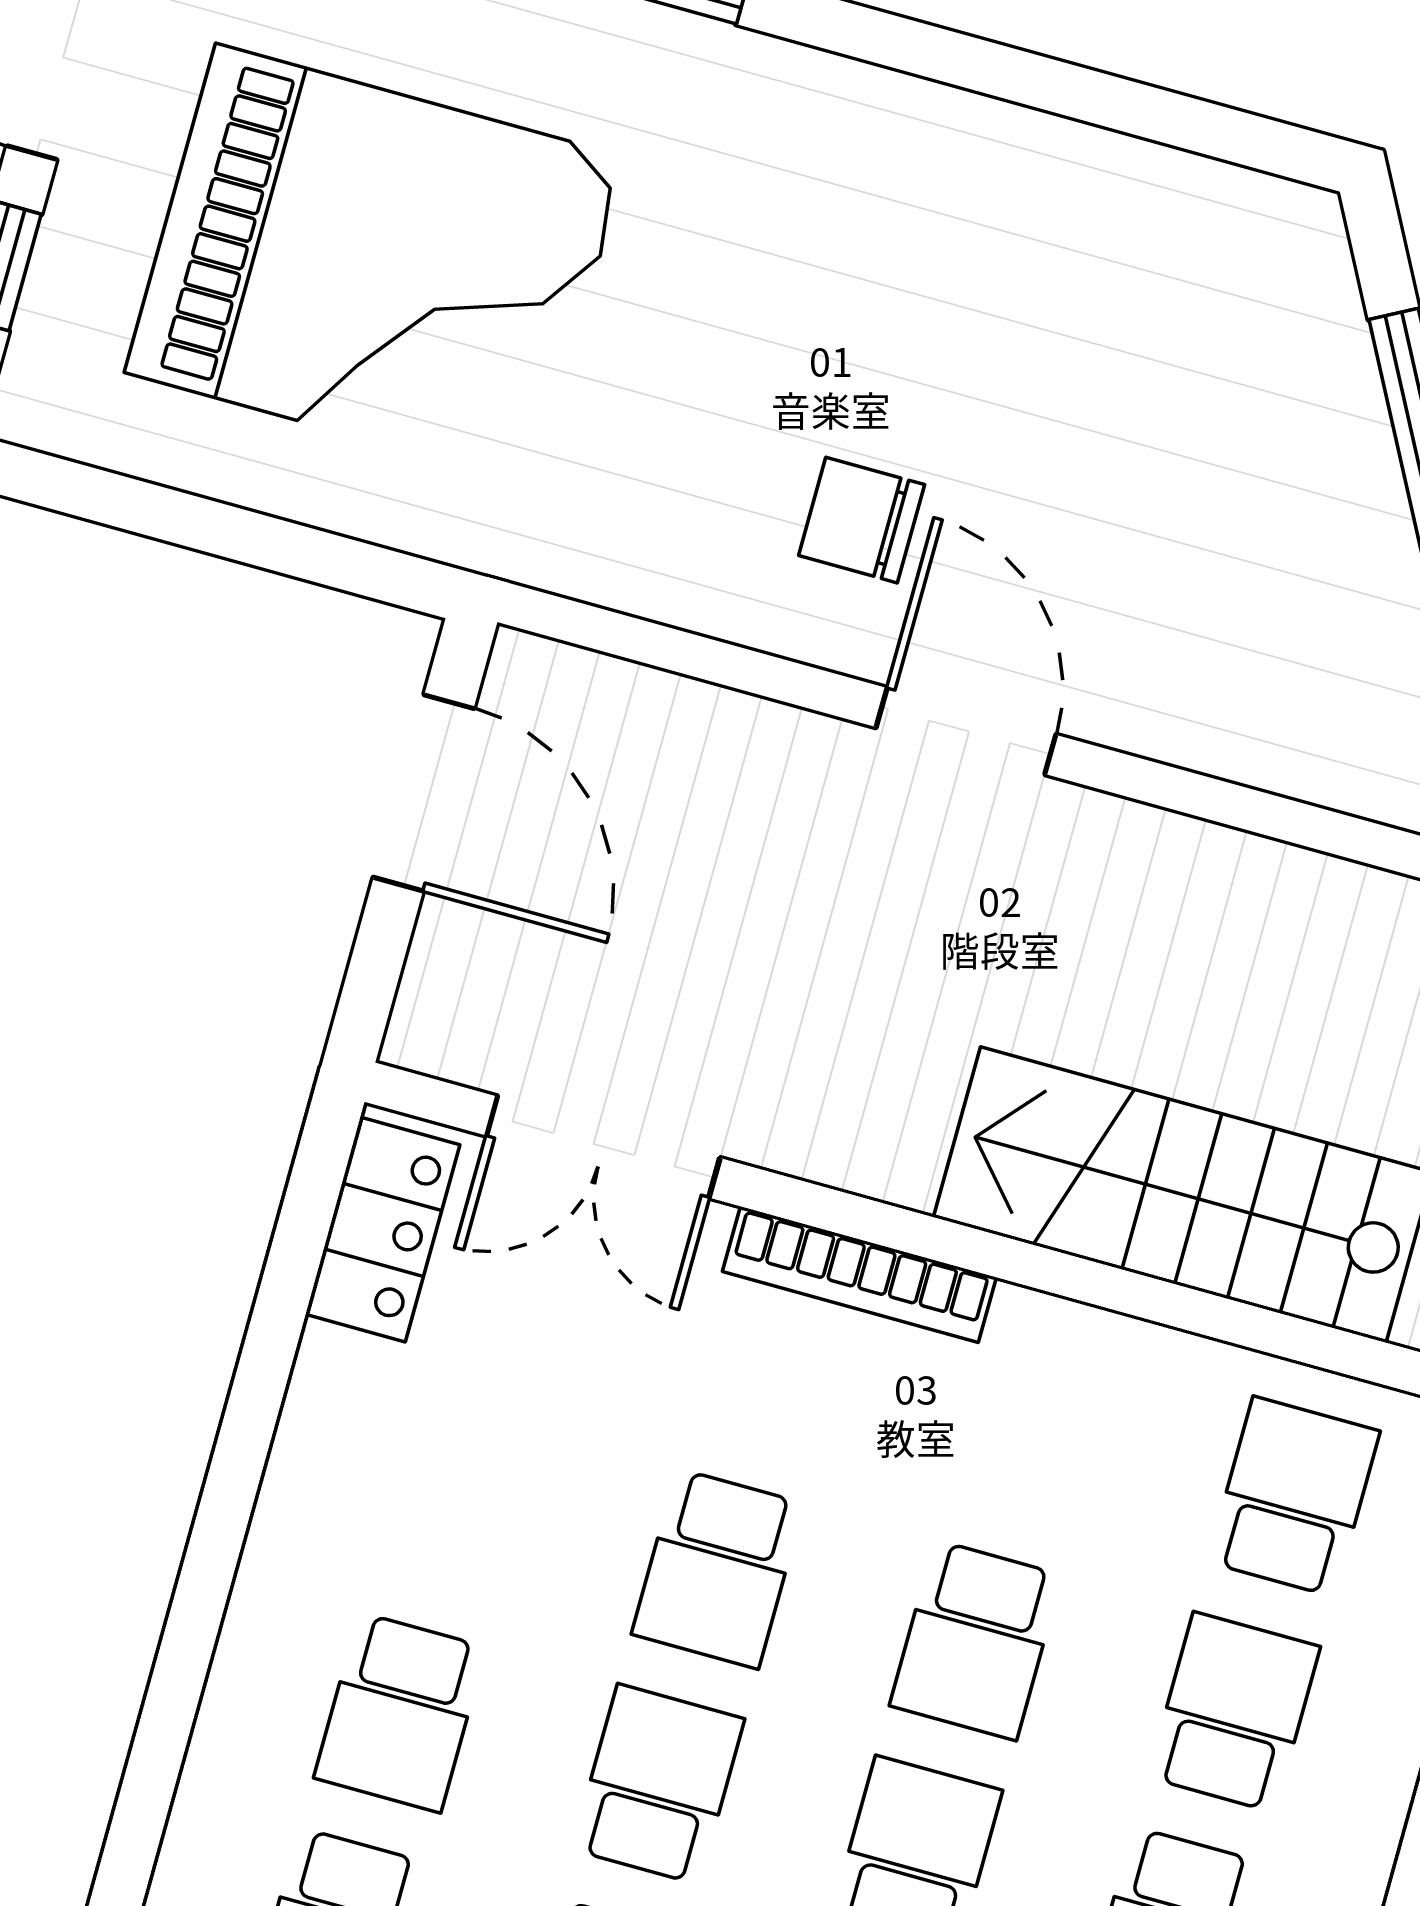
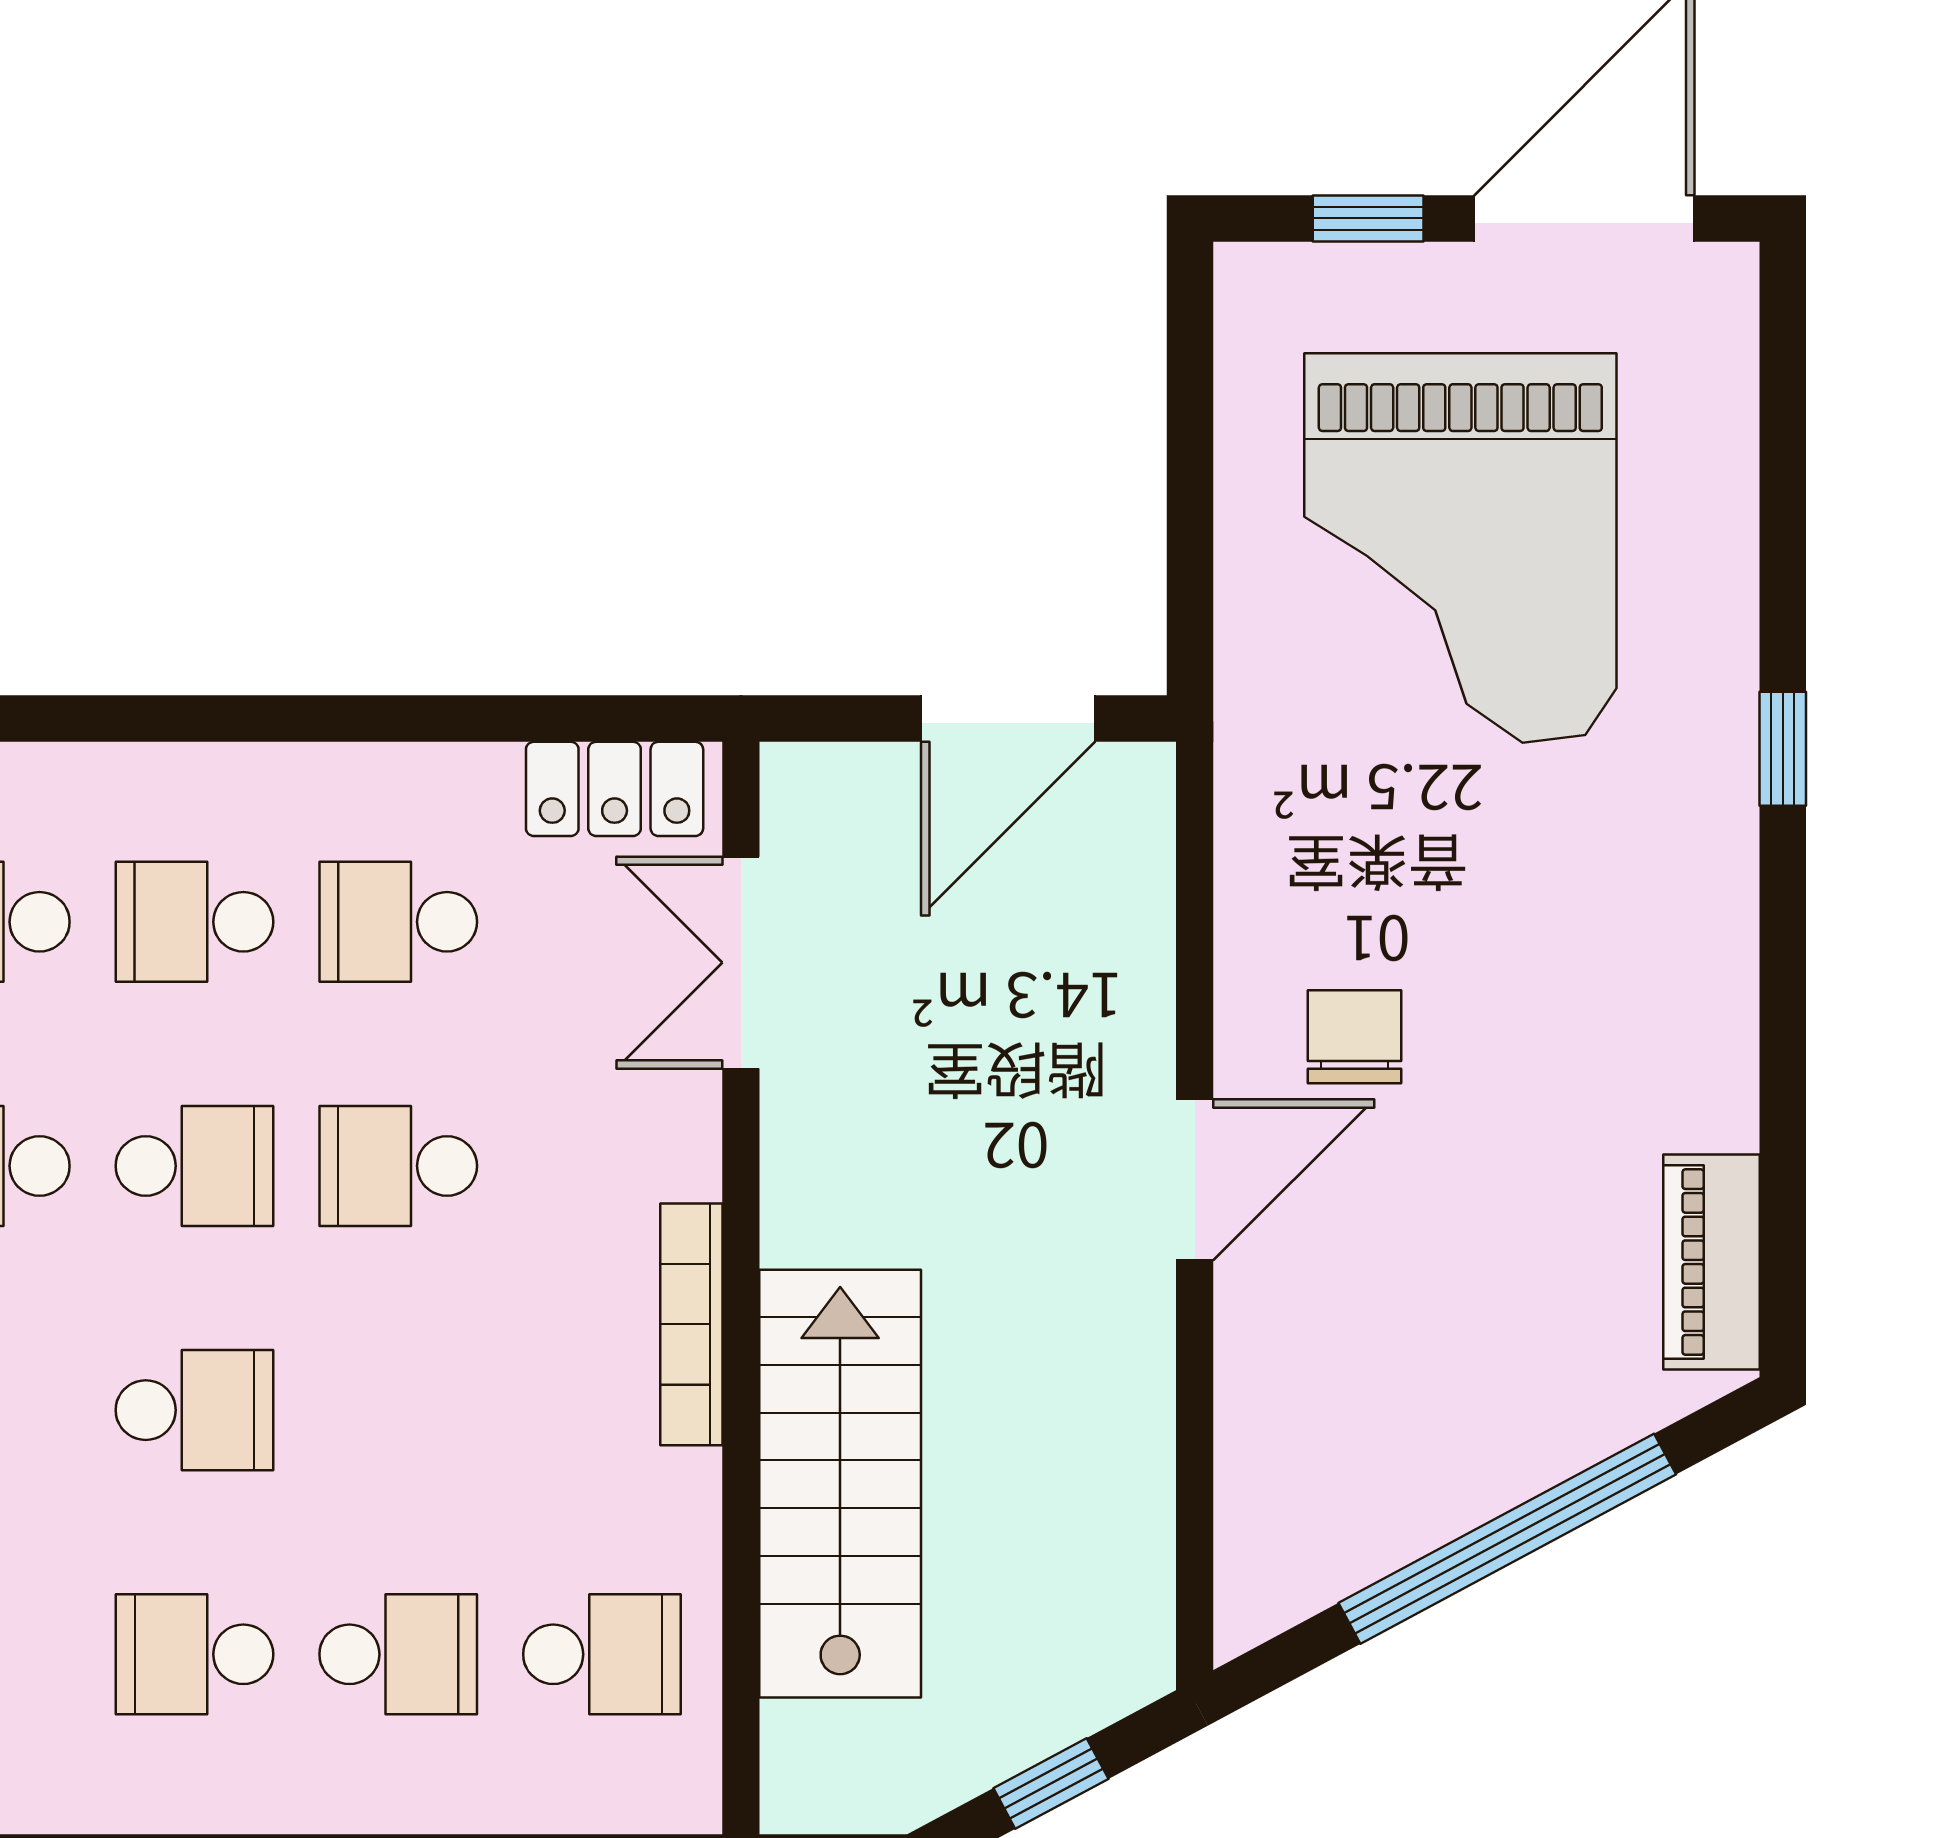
piano: (1204, 209) -> (1711, 1262), added
bookcase: (859, 1274) -> (691, 1324), moved
school desk: (976, 1640) -> (398, 922), moved

